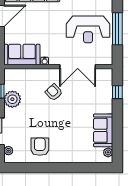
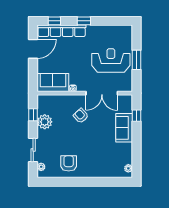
reception desk: (88, 29) -> (111, 61), turned 180
window: (117, 29) -> (137, 60), width x0.69
sofa: (103, 130) -> (124, 128), moved

